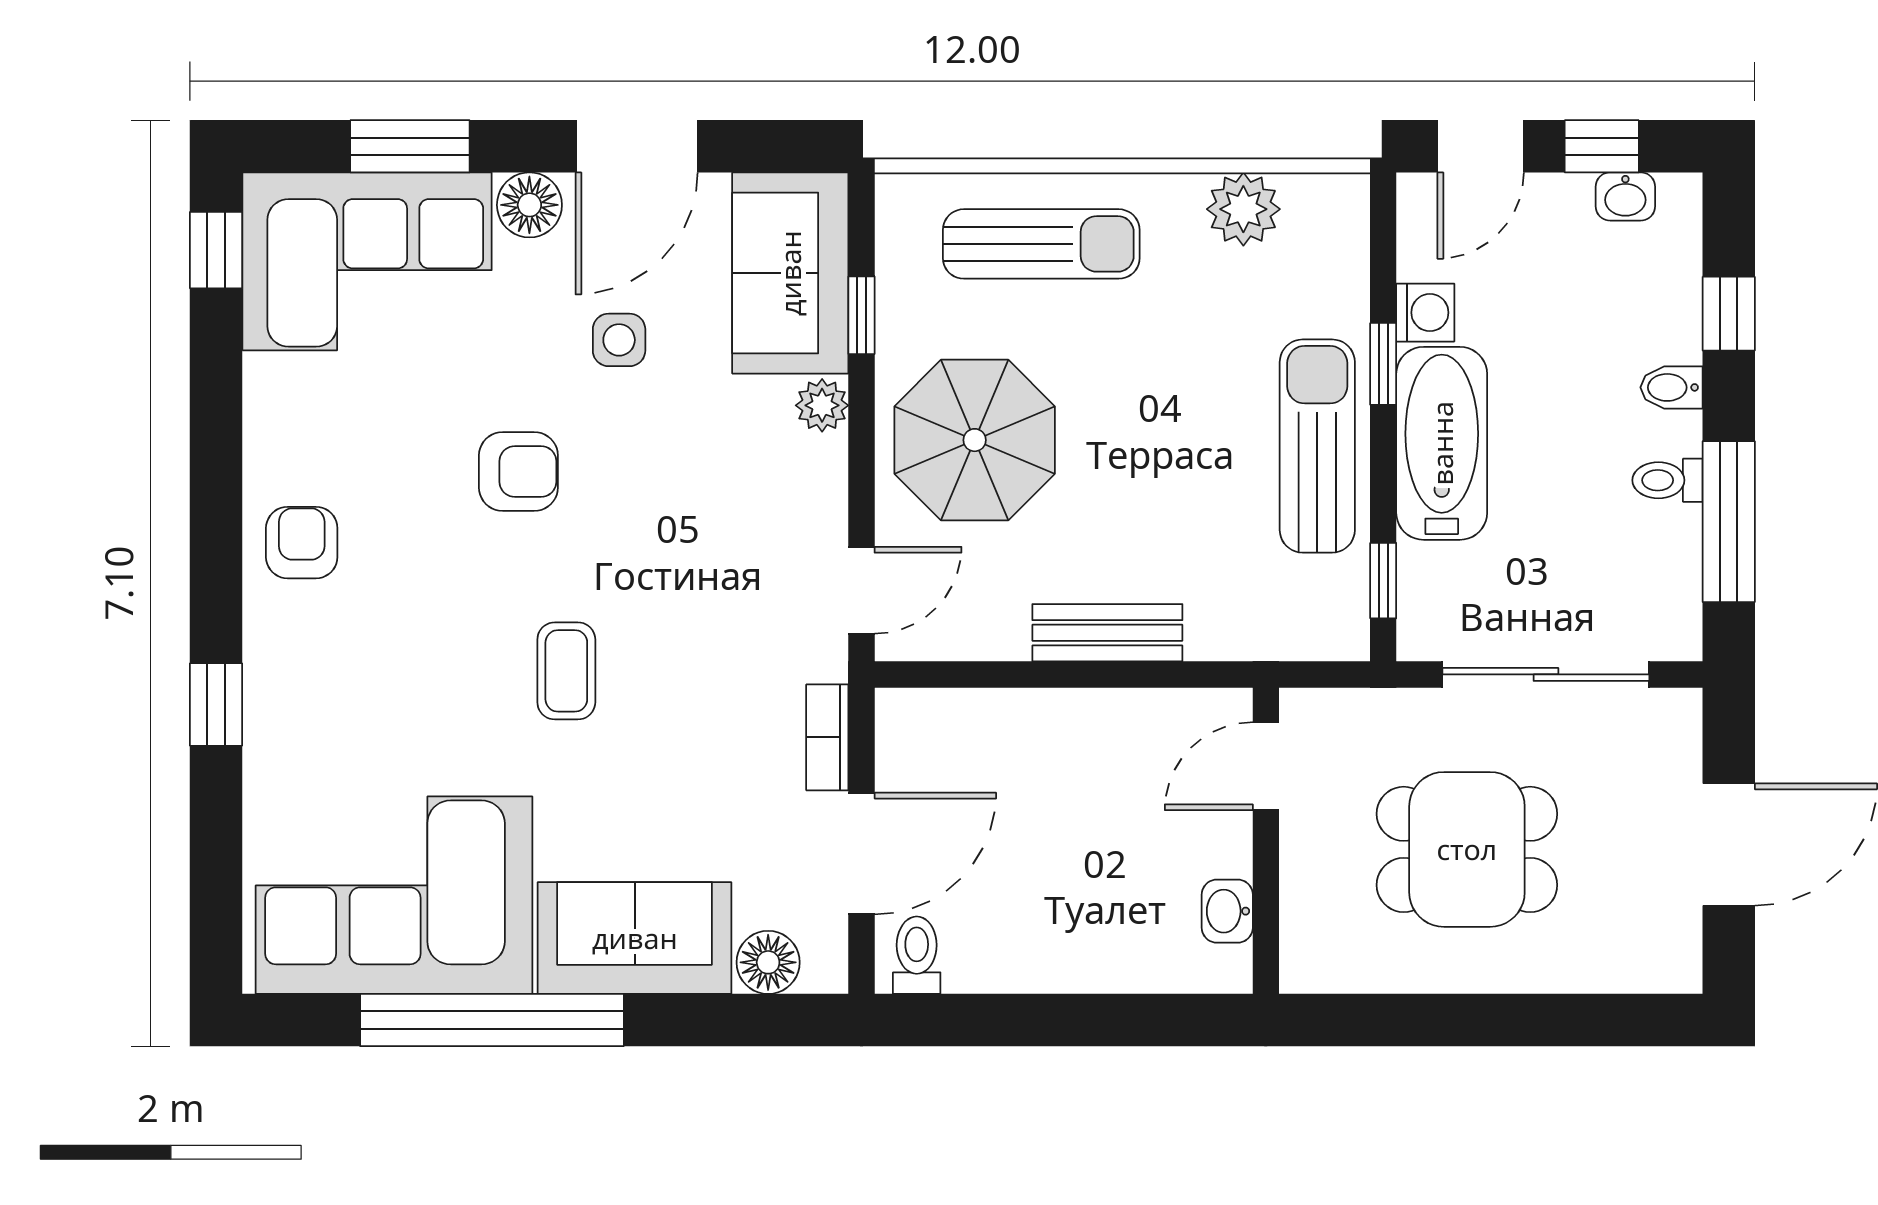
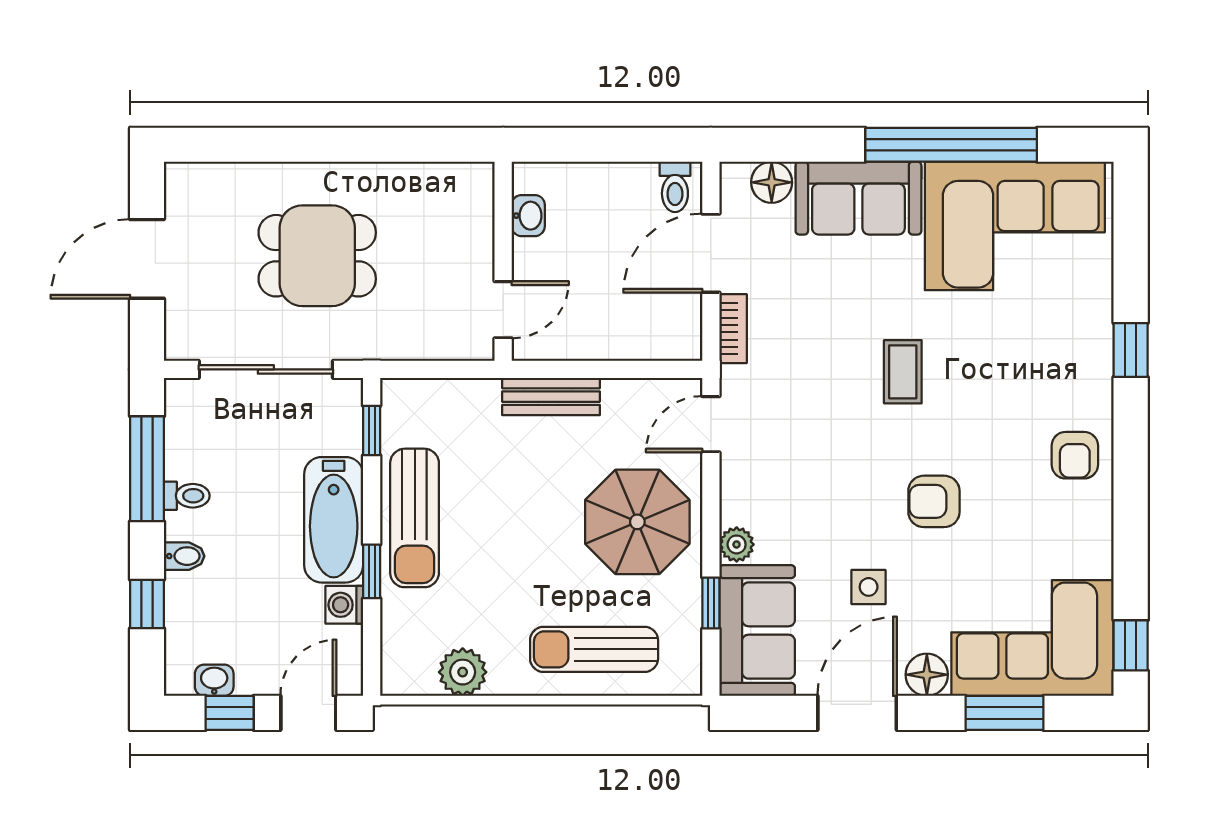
door: (1266, 766) -> (503, 310), moved
wall: (1266, 841) -> (503, 261), moved
washbasin: (1227, 911) -> (528, 216), moved

